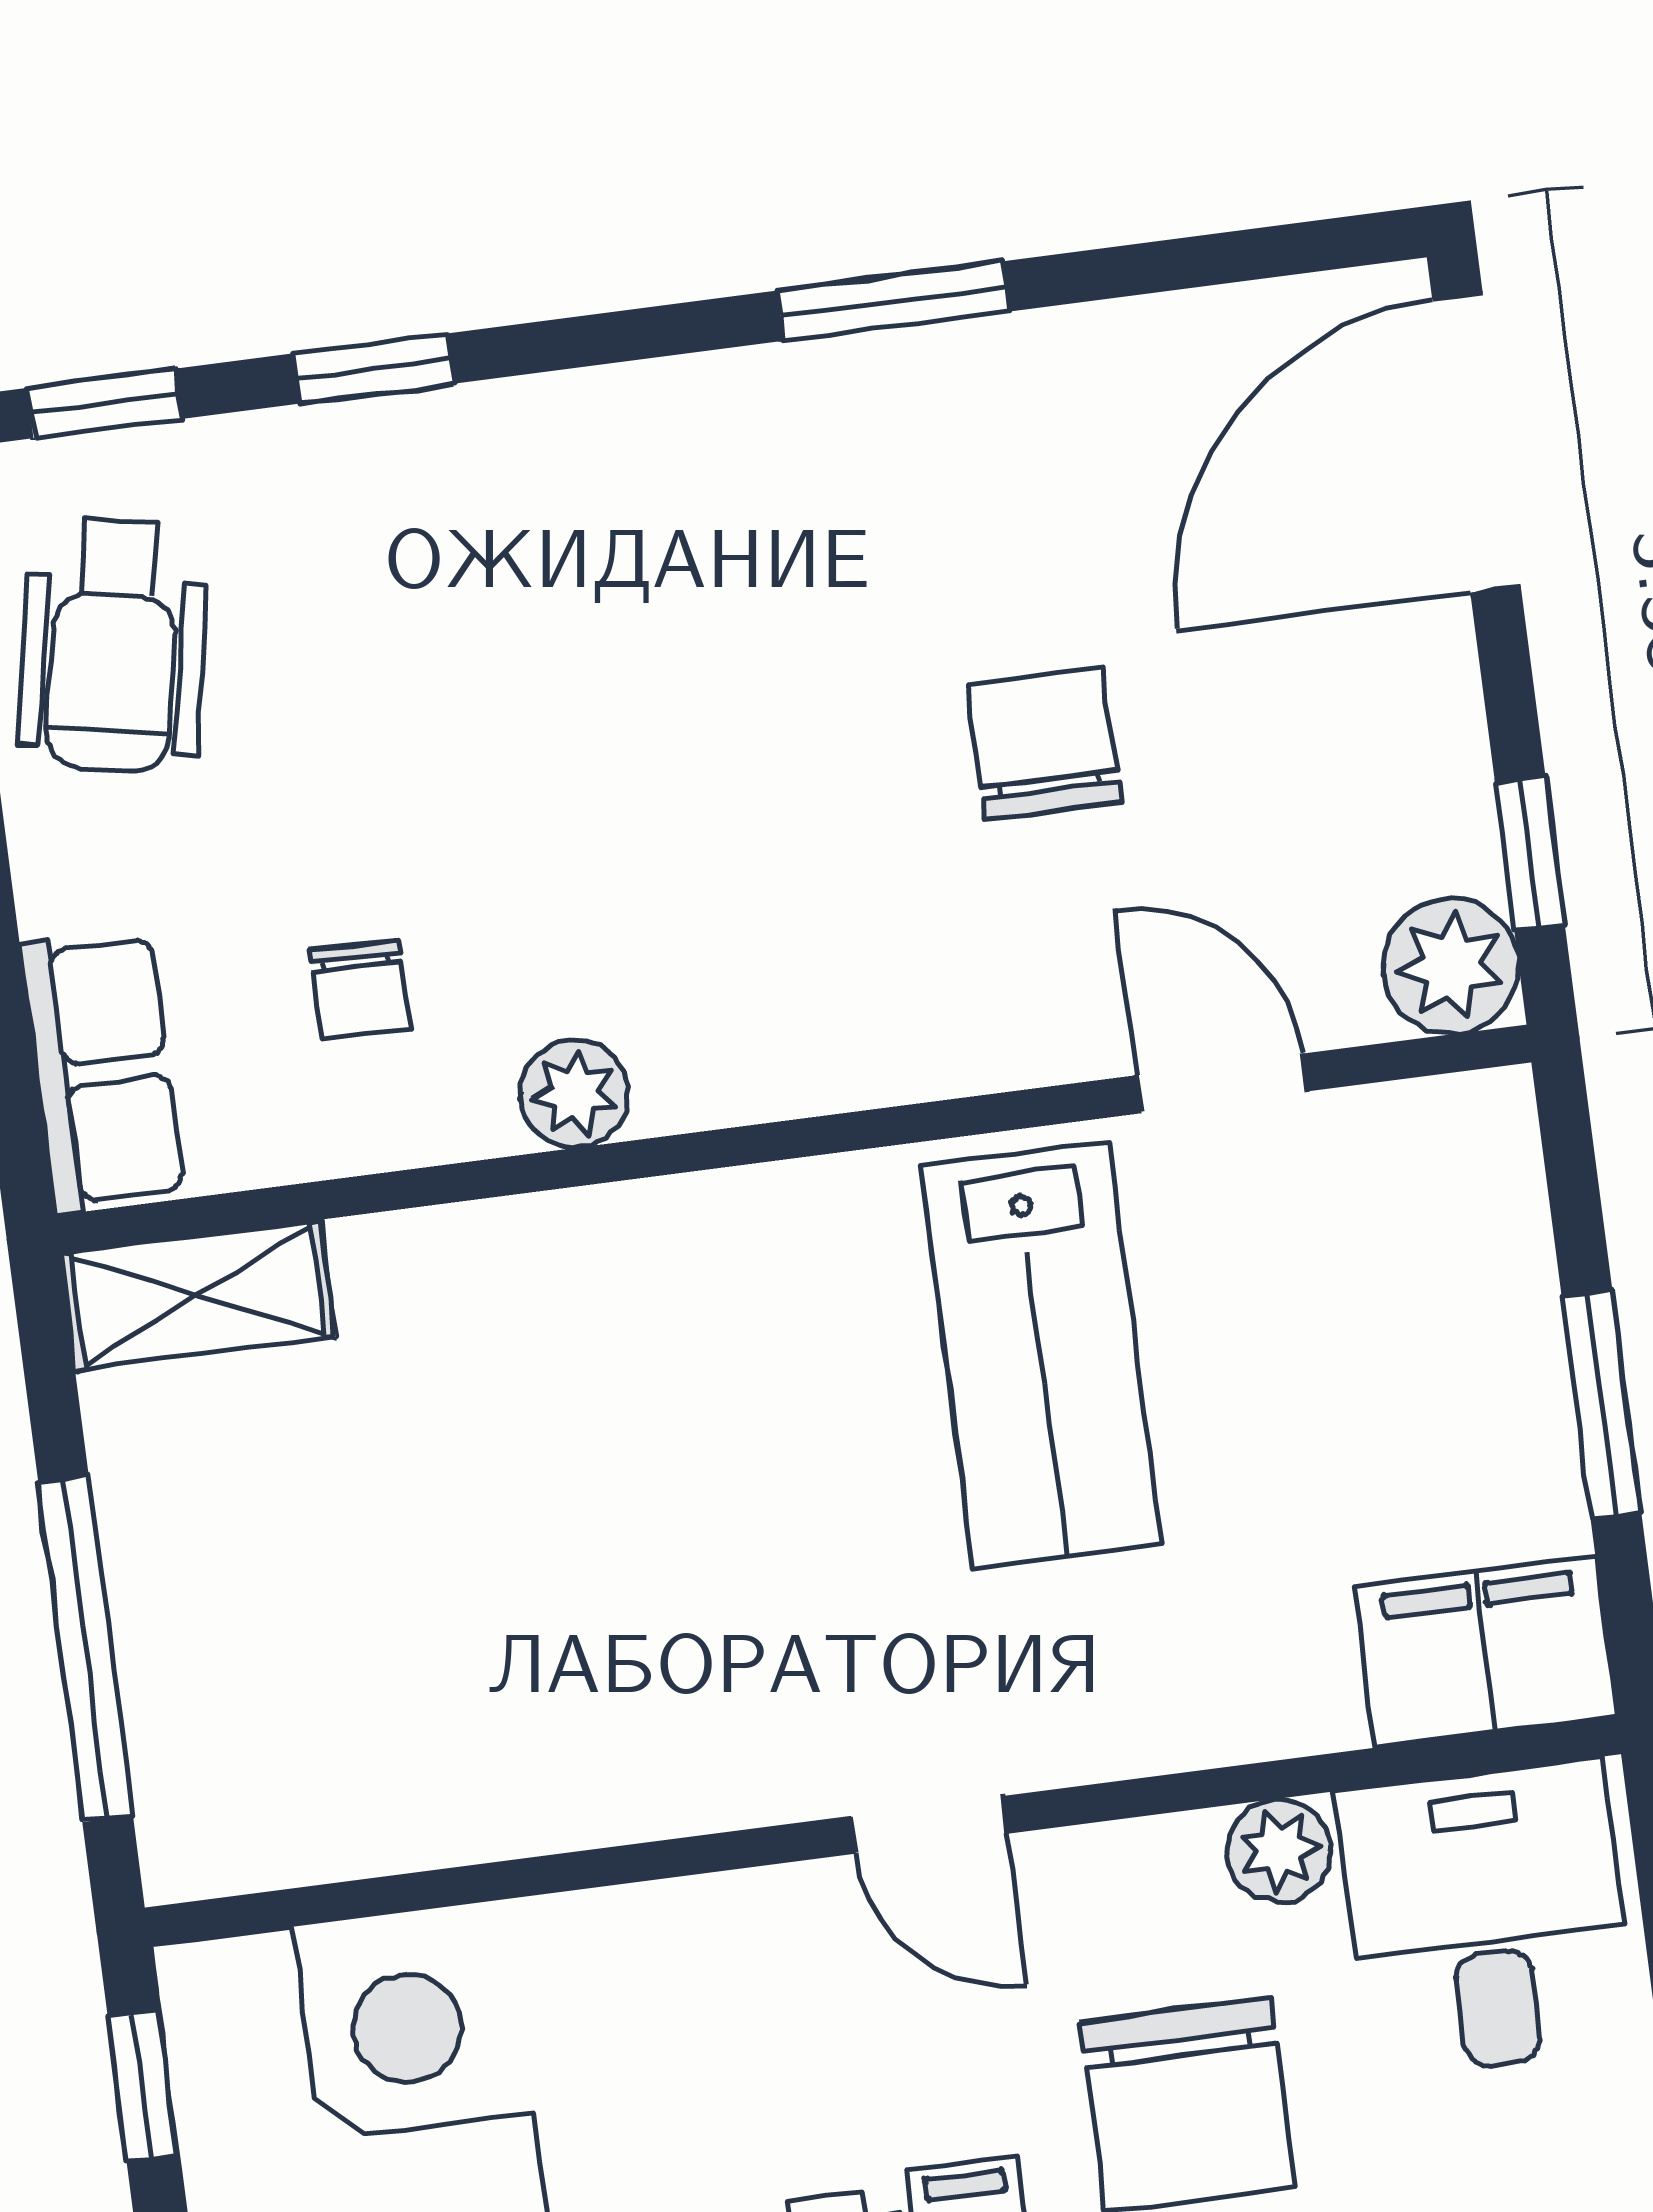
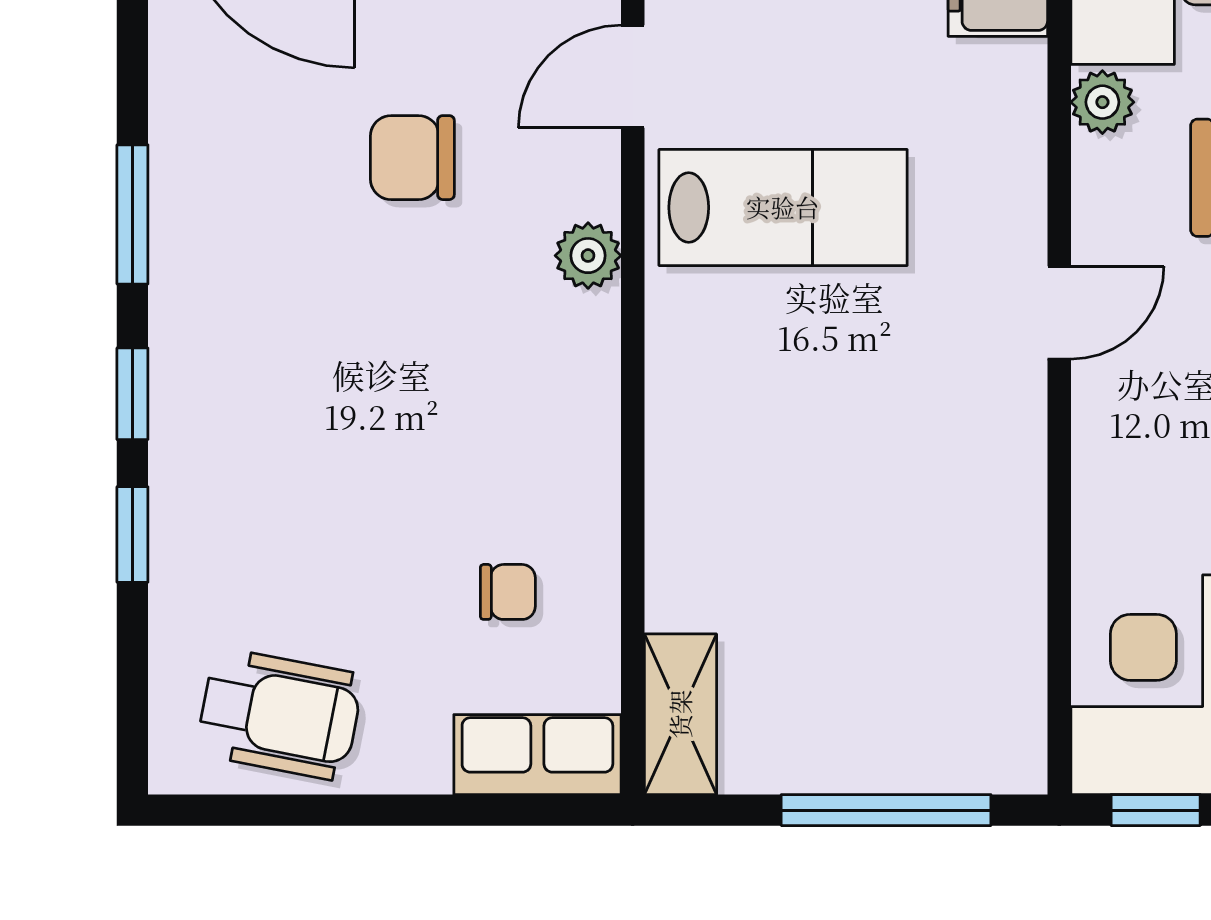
window: (105, 403) -> (132, 394), moved
plant: (575, 1094) -> (588, 256), moved

